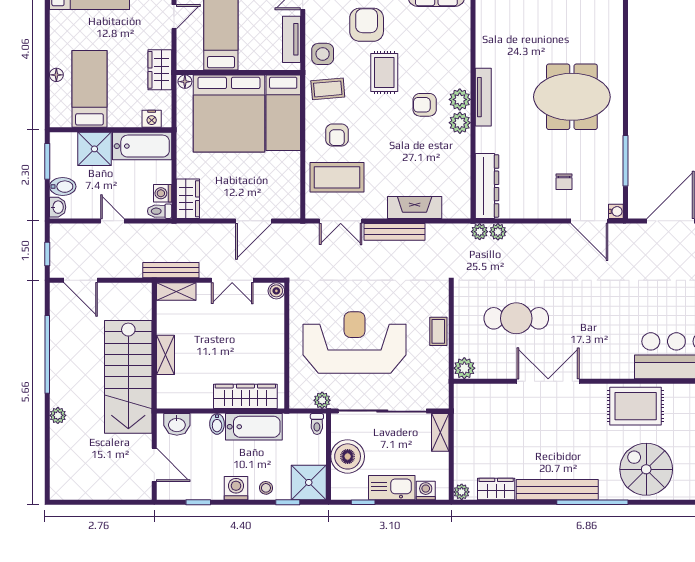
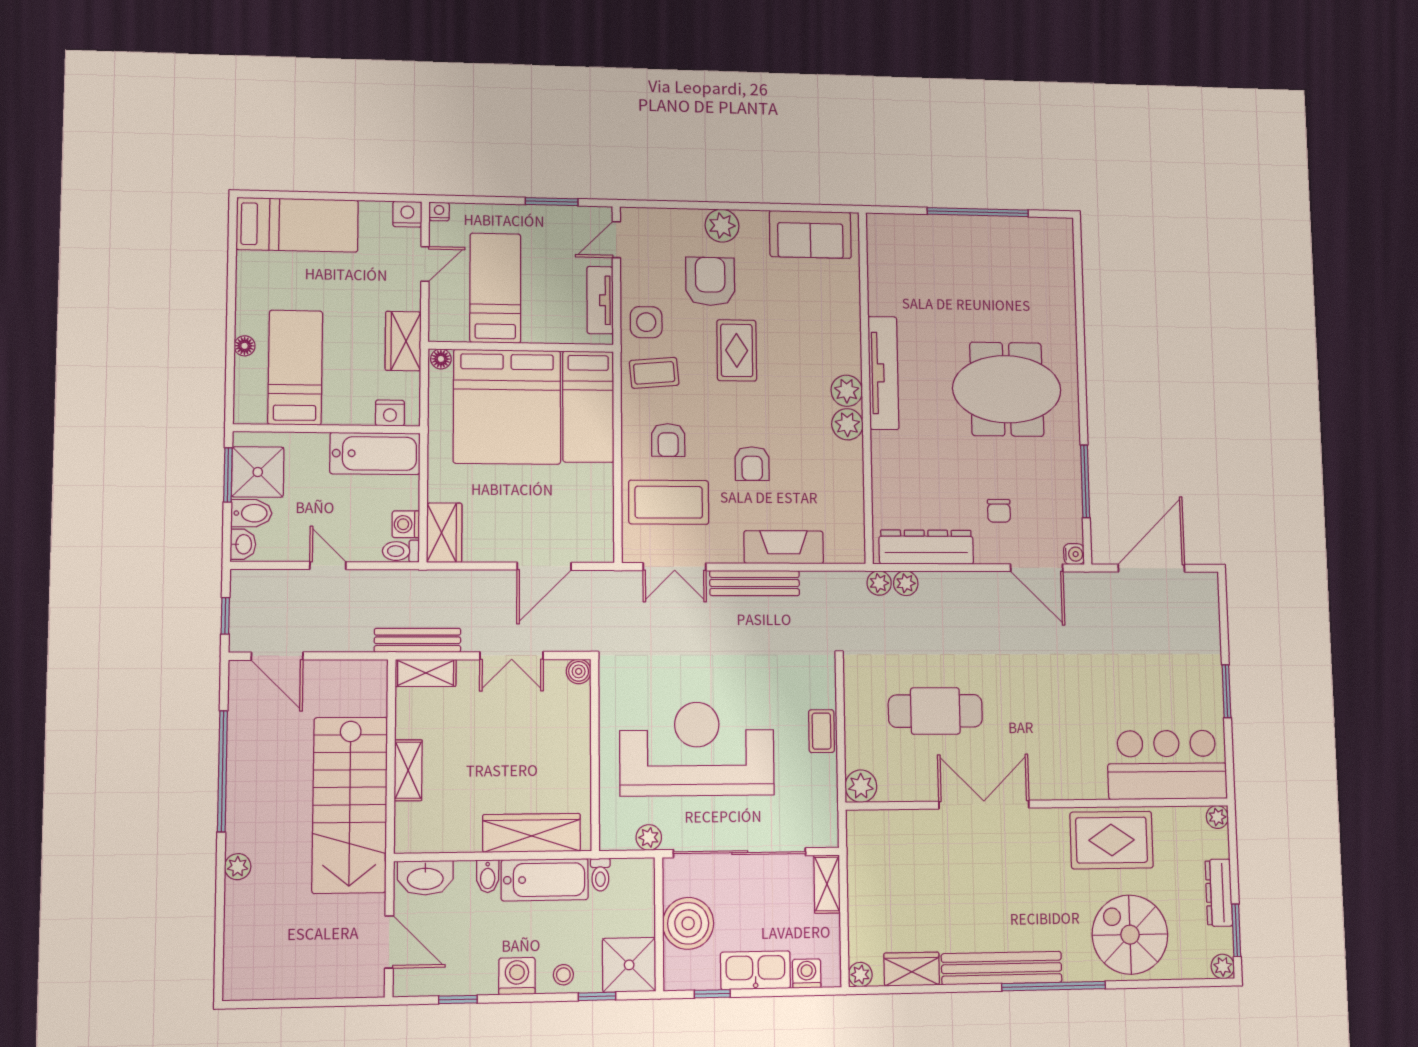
tv unit: (483, 97) -> (883, 373), width x1.36, depth x1.29
armchair: (425, 105) -> (752, 464), moved, turned -90
shower: (94, 149) -> (258, 472), moved
dresser: (487, 186) -> (926, 547), moved, turned -90
washbasin: (177, 424) -> (425, 878), width x1.38
toilet: (317, 424) -> (600, 875), moved

